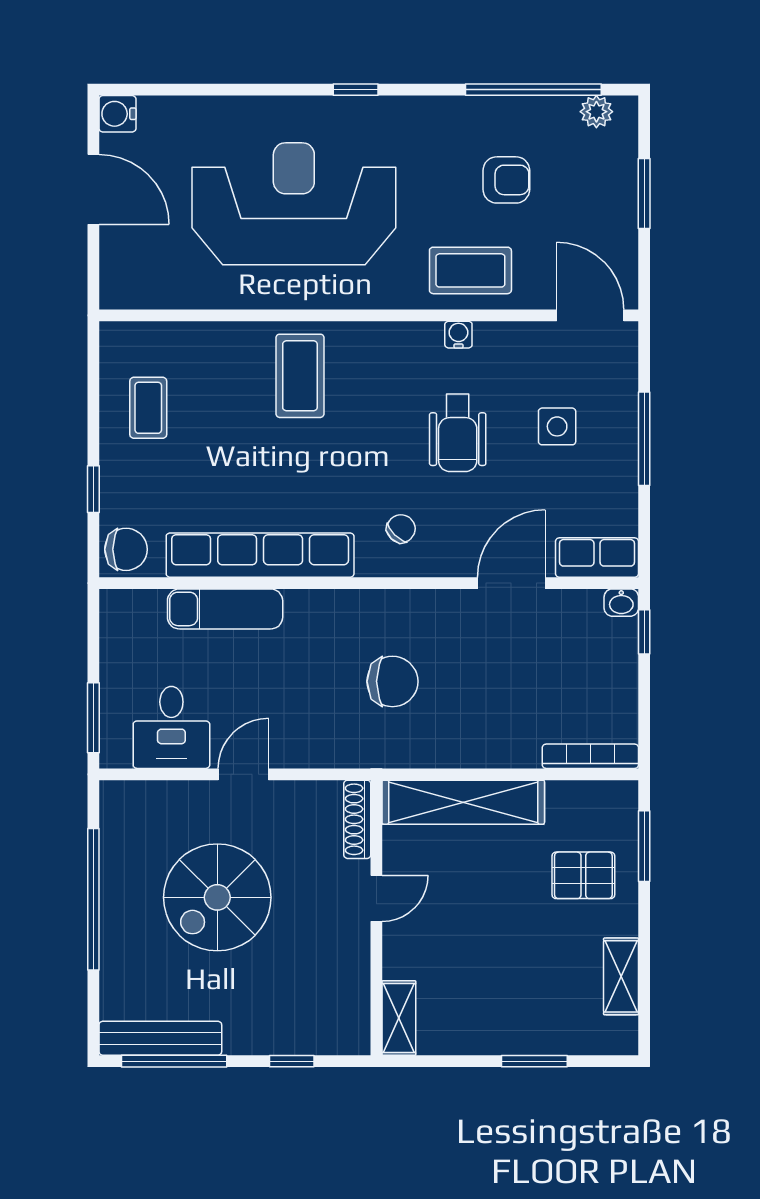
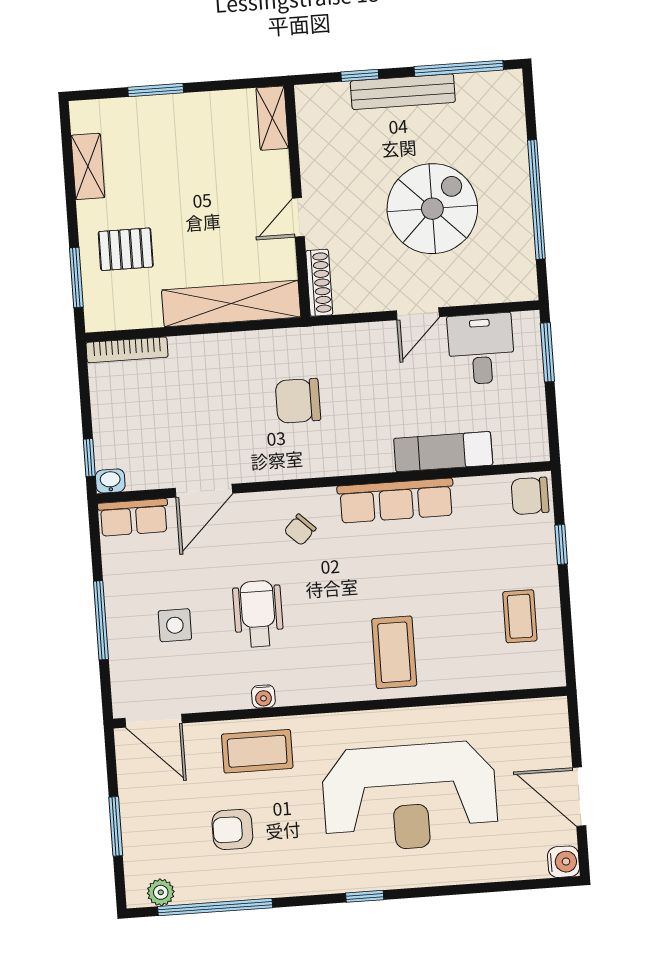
row of seats: (260, 555) -> (396, 501), width x0.73
bench: (160, 1038) -> (403, 92), moved

